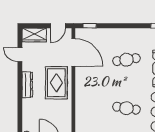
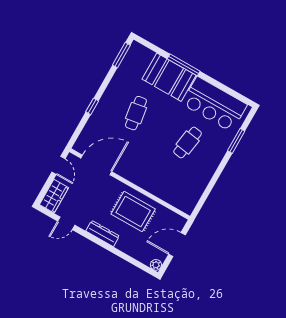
window: (90, 26) -> (92, 106), moved
rug: (56, 83) -> (133, 211), moved

